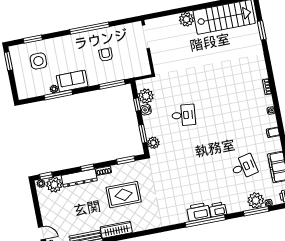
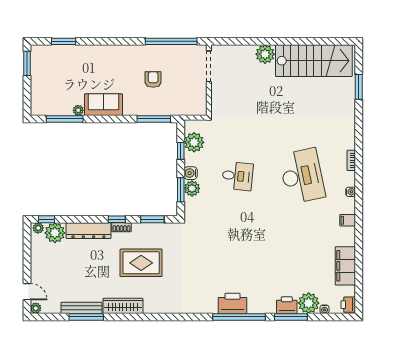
window: (90, 28) -> (171, 41), moved
side table: (38, 61) -> (65, 71), removed
window: (58, 95) -> (65, 119), moved
water cooler: (146, 110) -> (191, 173), moved
plant: (153, 143) -> (192, 188), moved
desk: (244, 167) -> (302, 176), moved, width x1.87, depth x1.30
window: (87, 168) -> (117, 219), moved
printer: (218, 209) -> (287, 305), moved
window: (256, 211) -> (291, 317), moved

